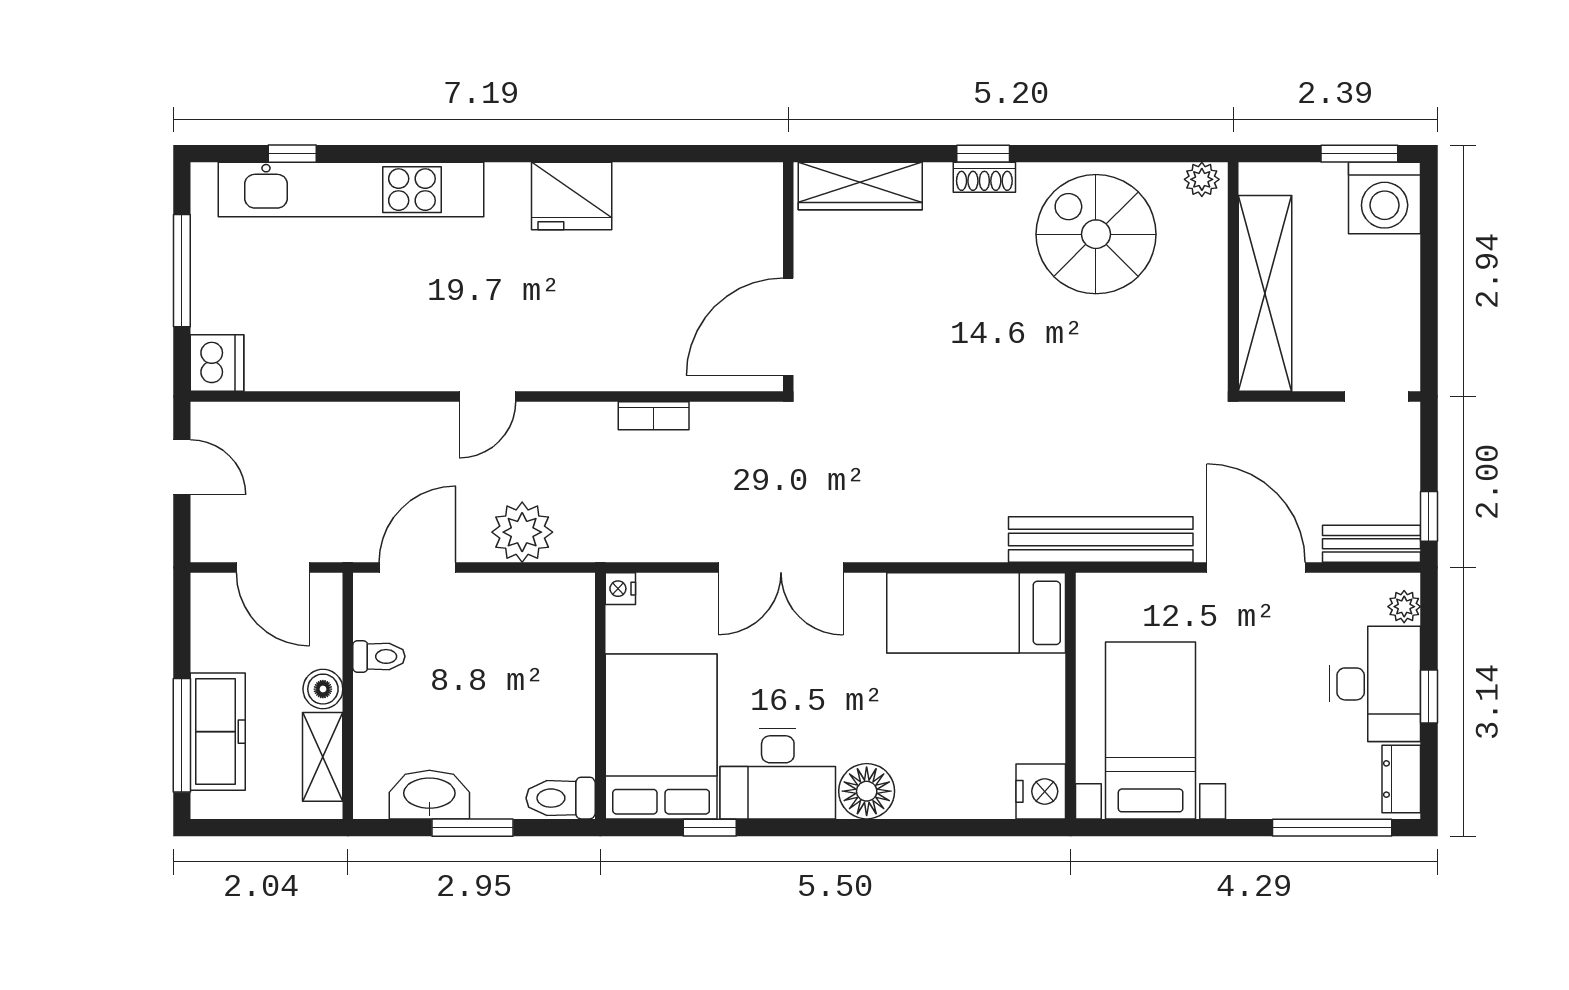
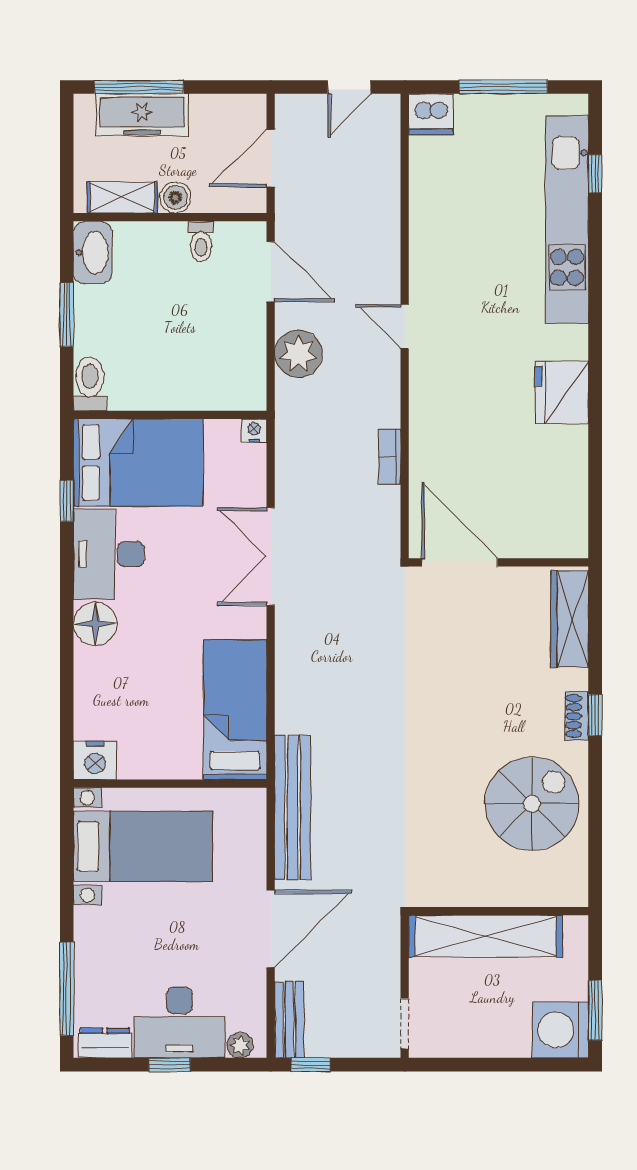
plant: (1202, 179) -> (575, 887), removed
washbasin: (429, 795) -> (93, 252), moved

